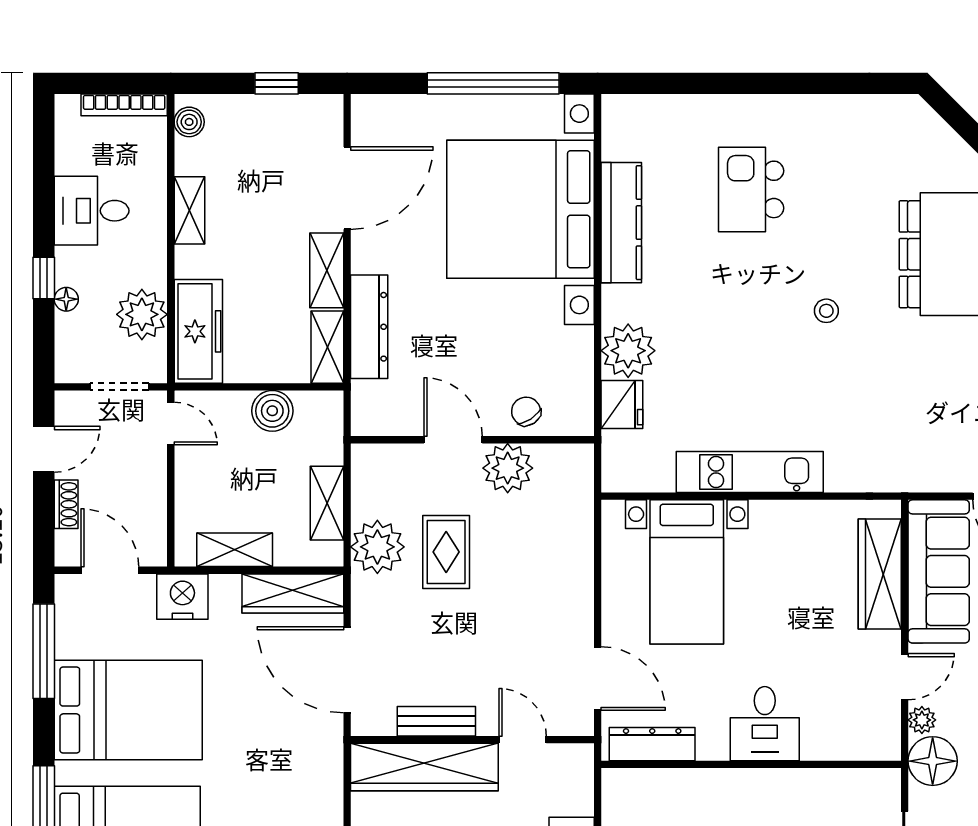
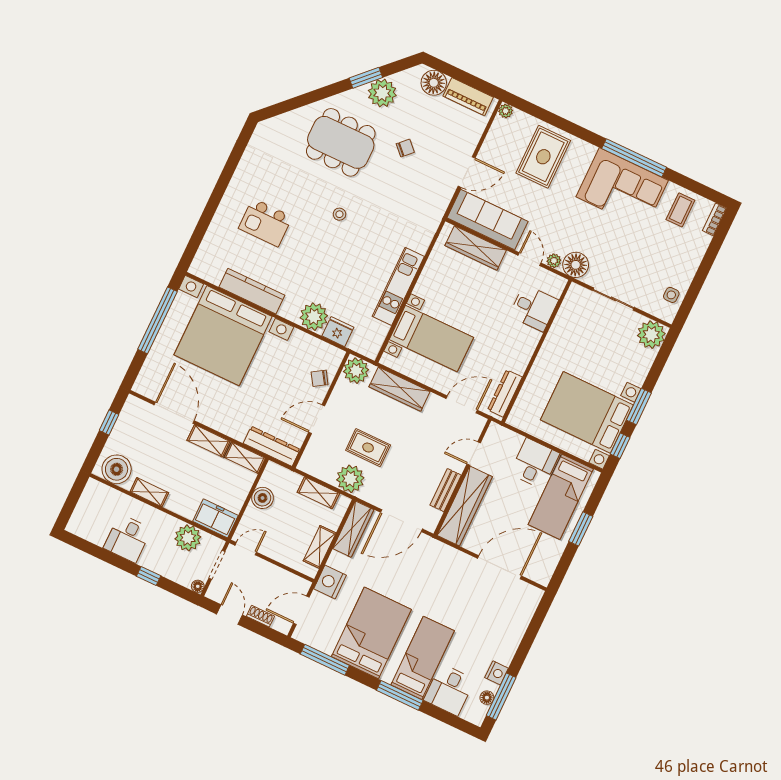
bookcase: (124, 105) -> (85, 499), removed
boiler: (189, 122) -> (117, 469), width x1.86, depth x1.86
floor lamp: (66, 299) -> (198, 586), moved
dresser: (369, 327) -> (272, 446), moved
freezer: (198, 331) -> (215, 518), width x0.71
plant: (508, 468) -> (356, 371), moved
wardrobe: (573, 558) -> (399, 389), added
desk: (765, 724) -> (534, 308), moved

